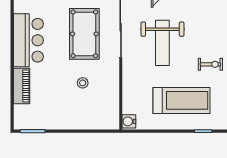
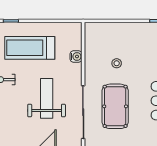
water cooler: (129, 121) -> (76, 57), moved

